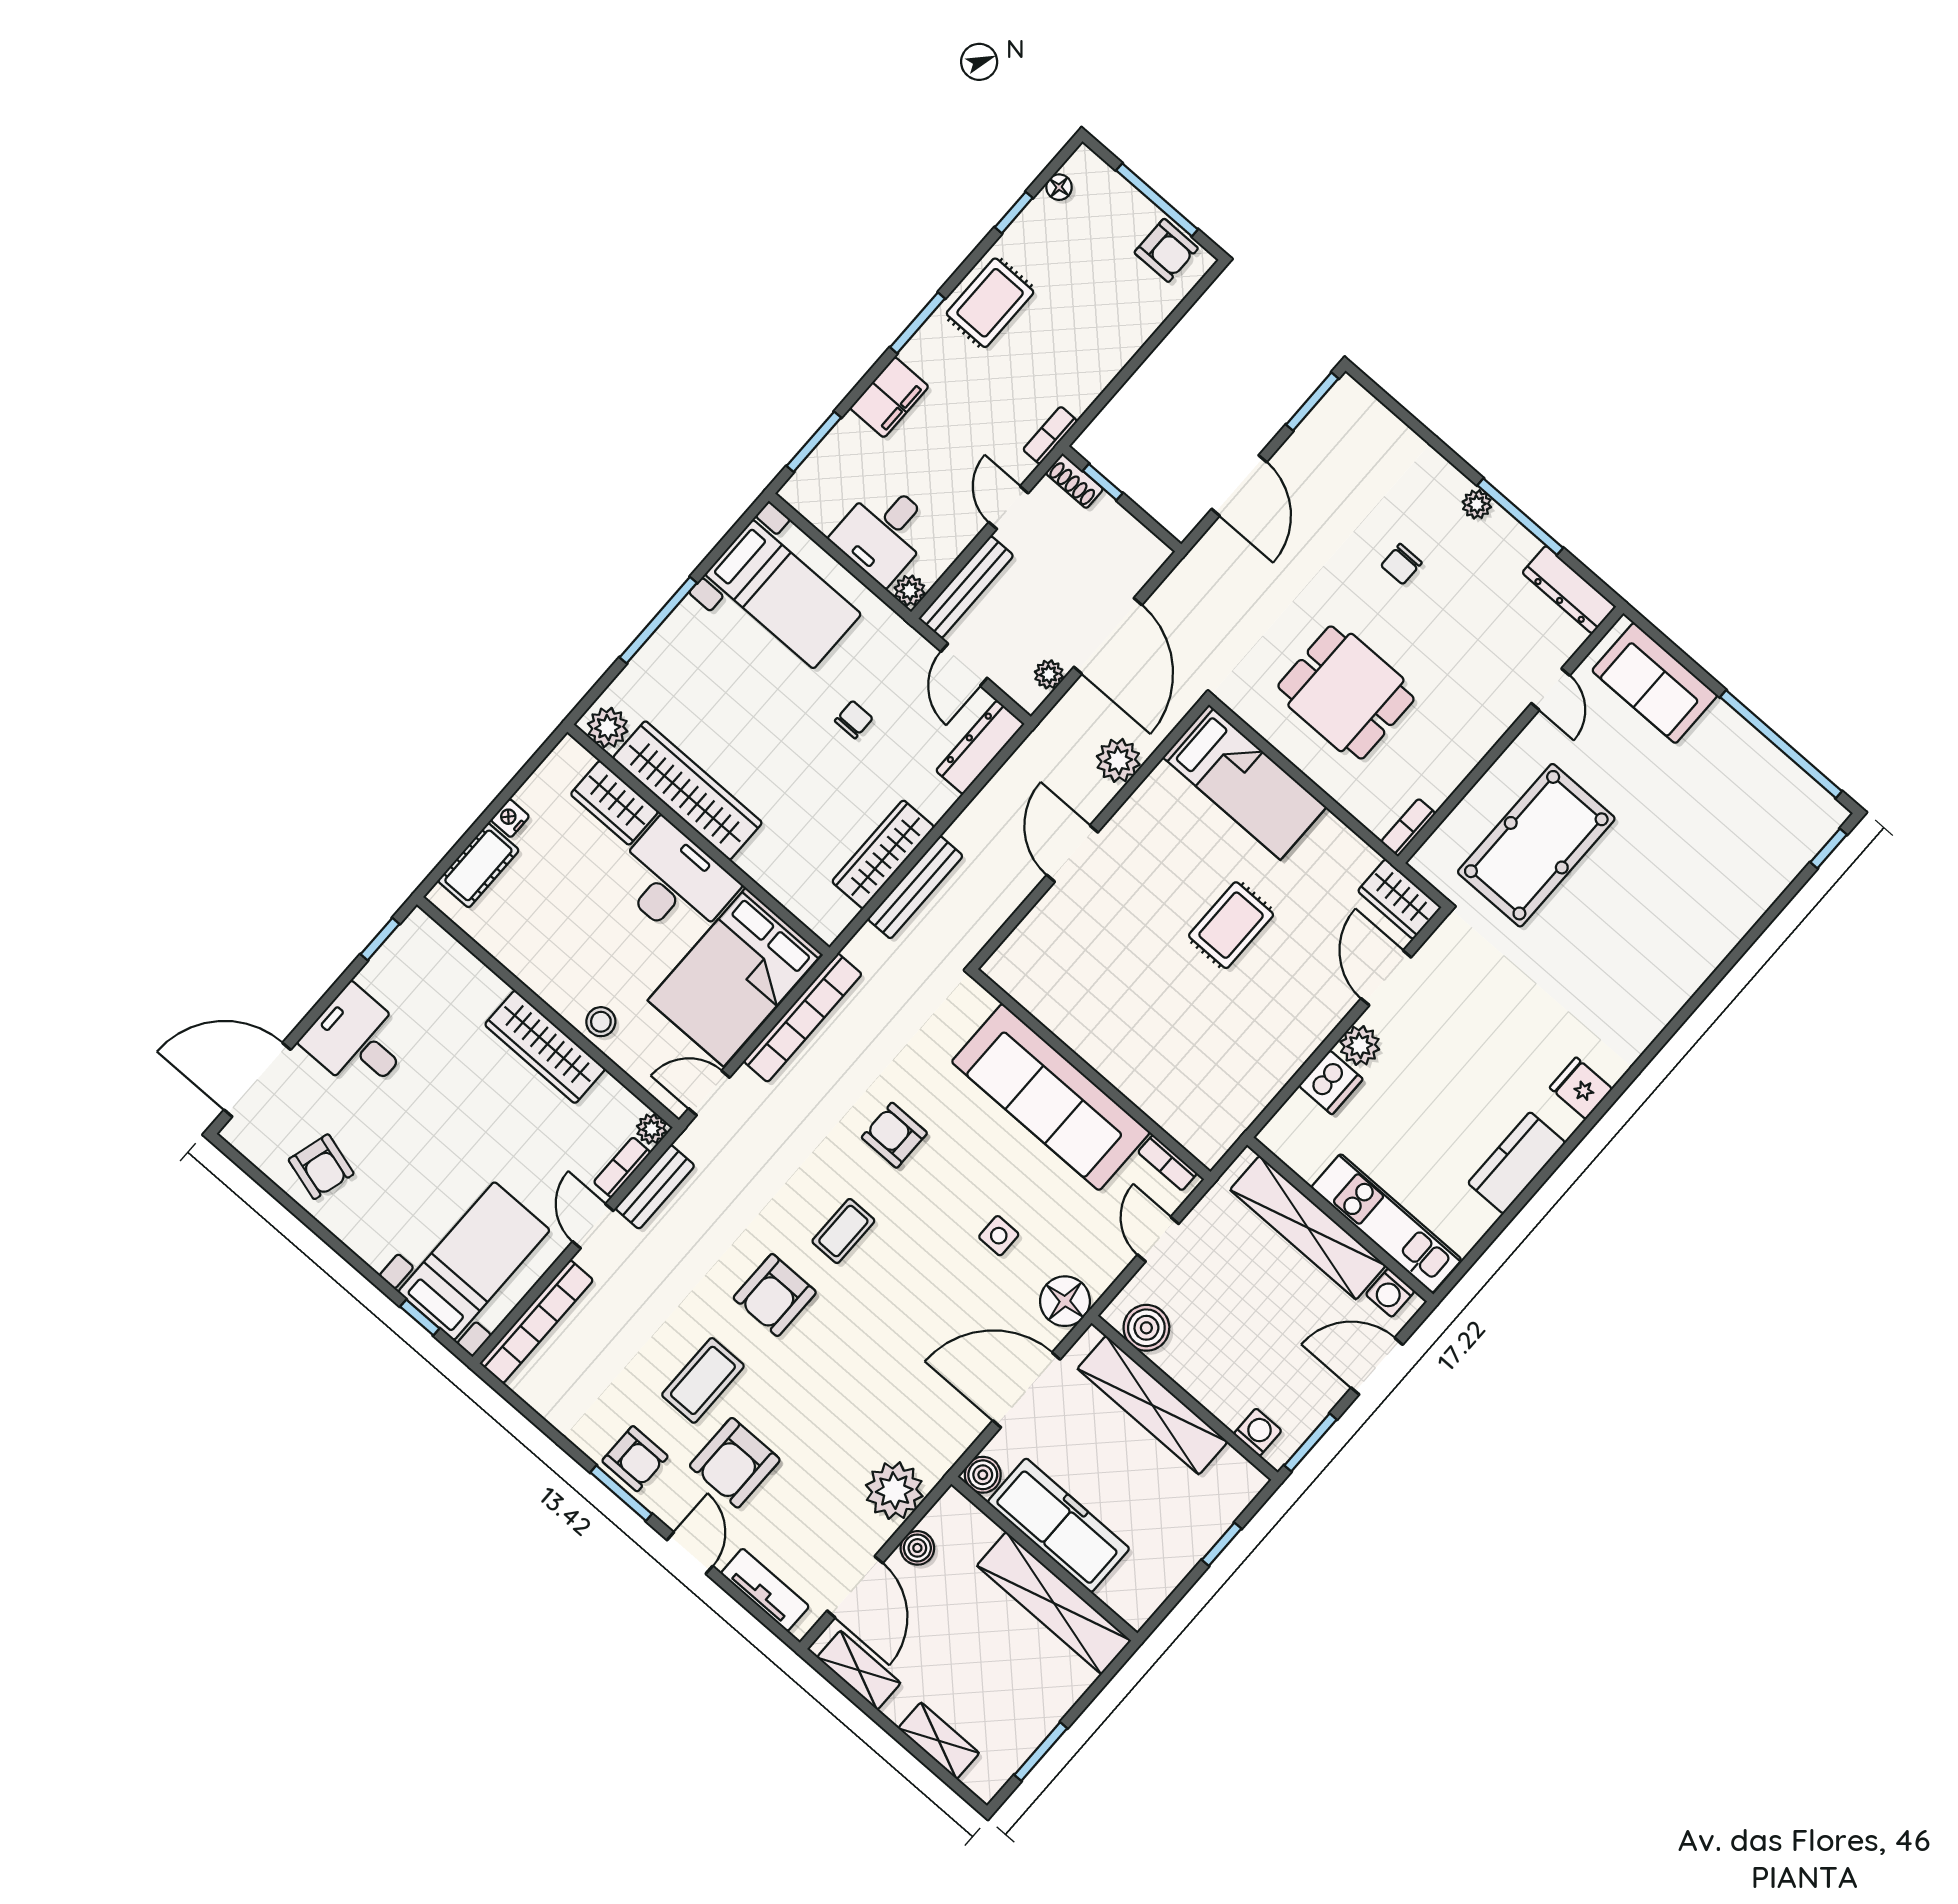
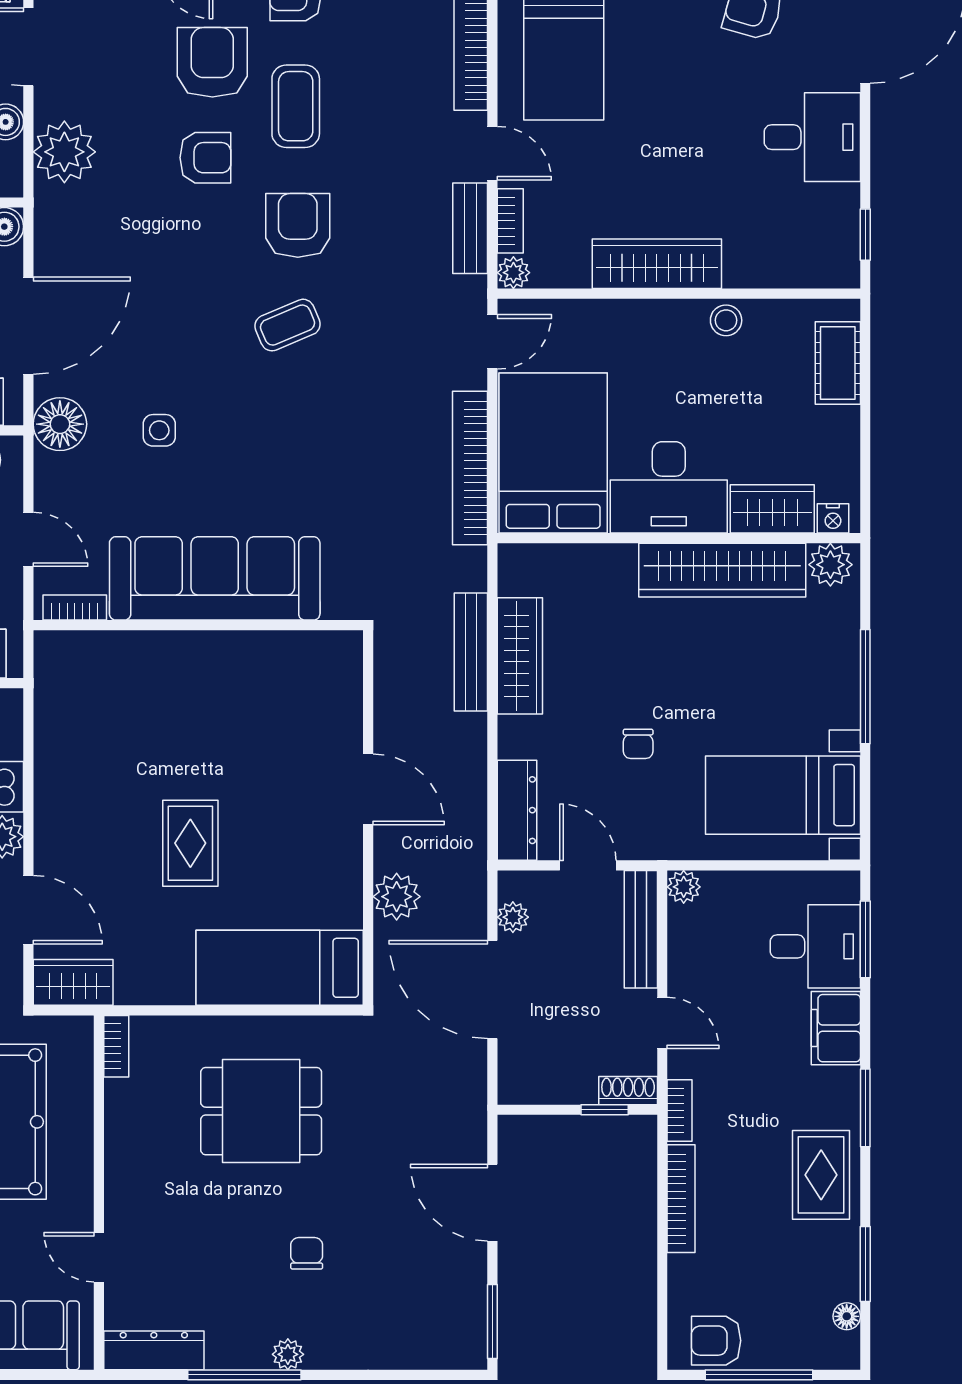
window: (1014, 213) -> (865, 1264), width x1.50
bookcase: (1103, 372) -> (681, 1199), added
desk: (884, 533) -> (815, 946), moved, turned 90
nightstand: (510, 818) -> (833, 518), moved, turned 90
stool: (601, 1022) -> (726, 320), moved
armchair: (894, 1135) -> (205, 158), moved
coffee table: (843, 1231) -> (288, 325), turned 67

